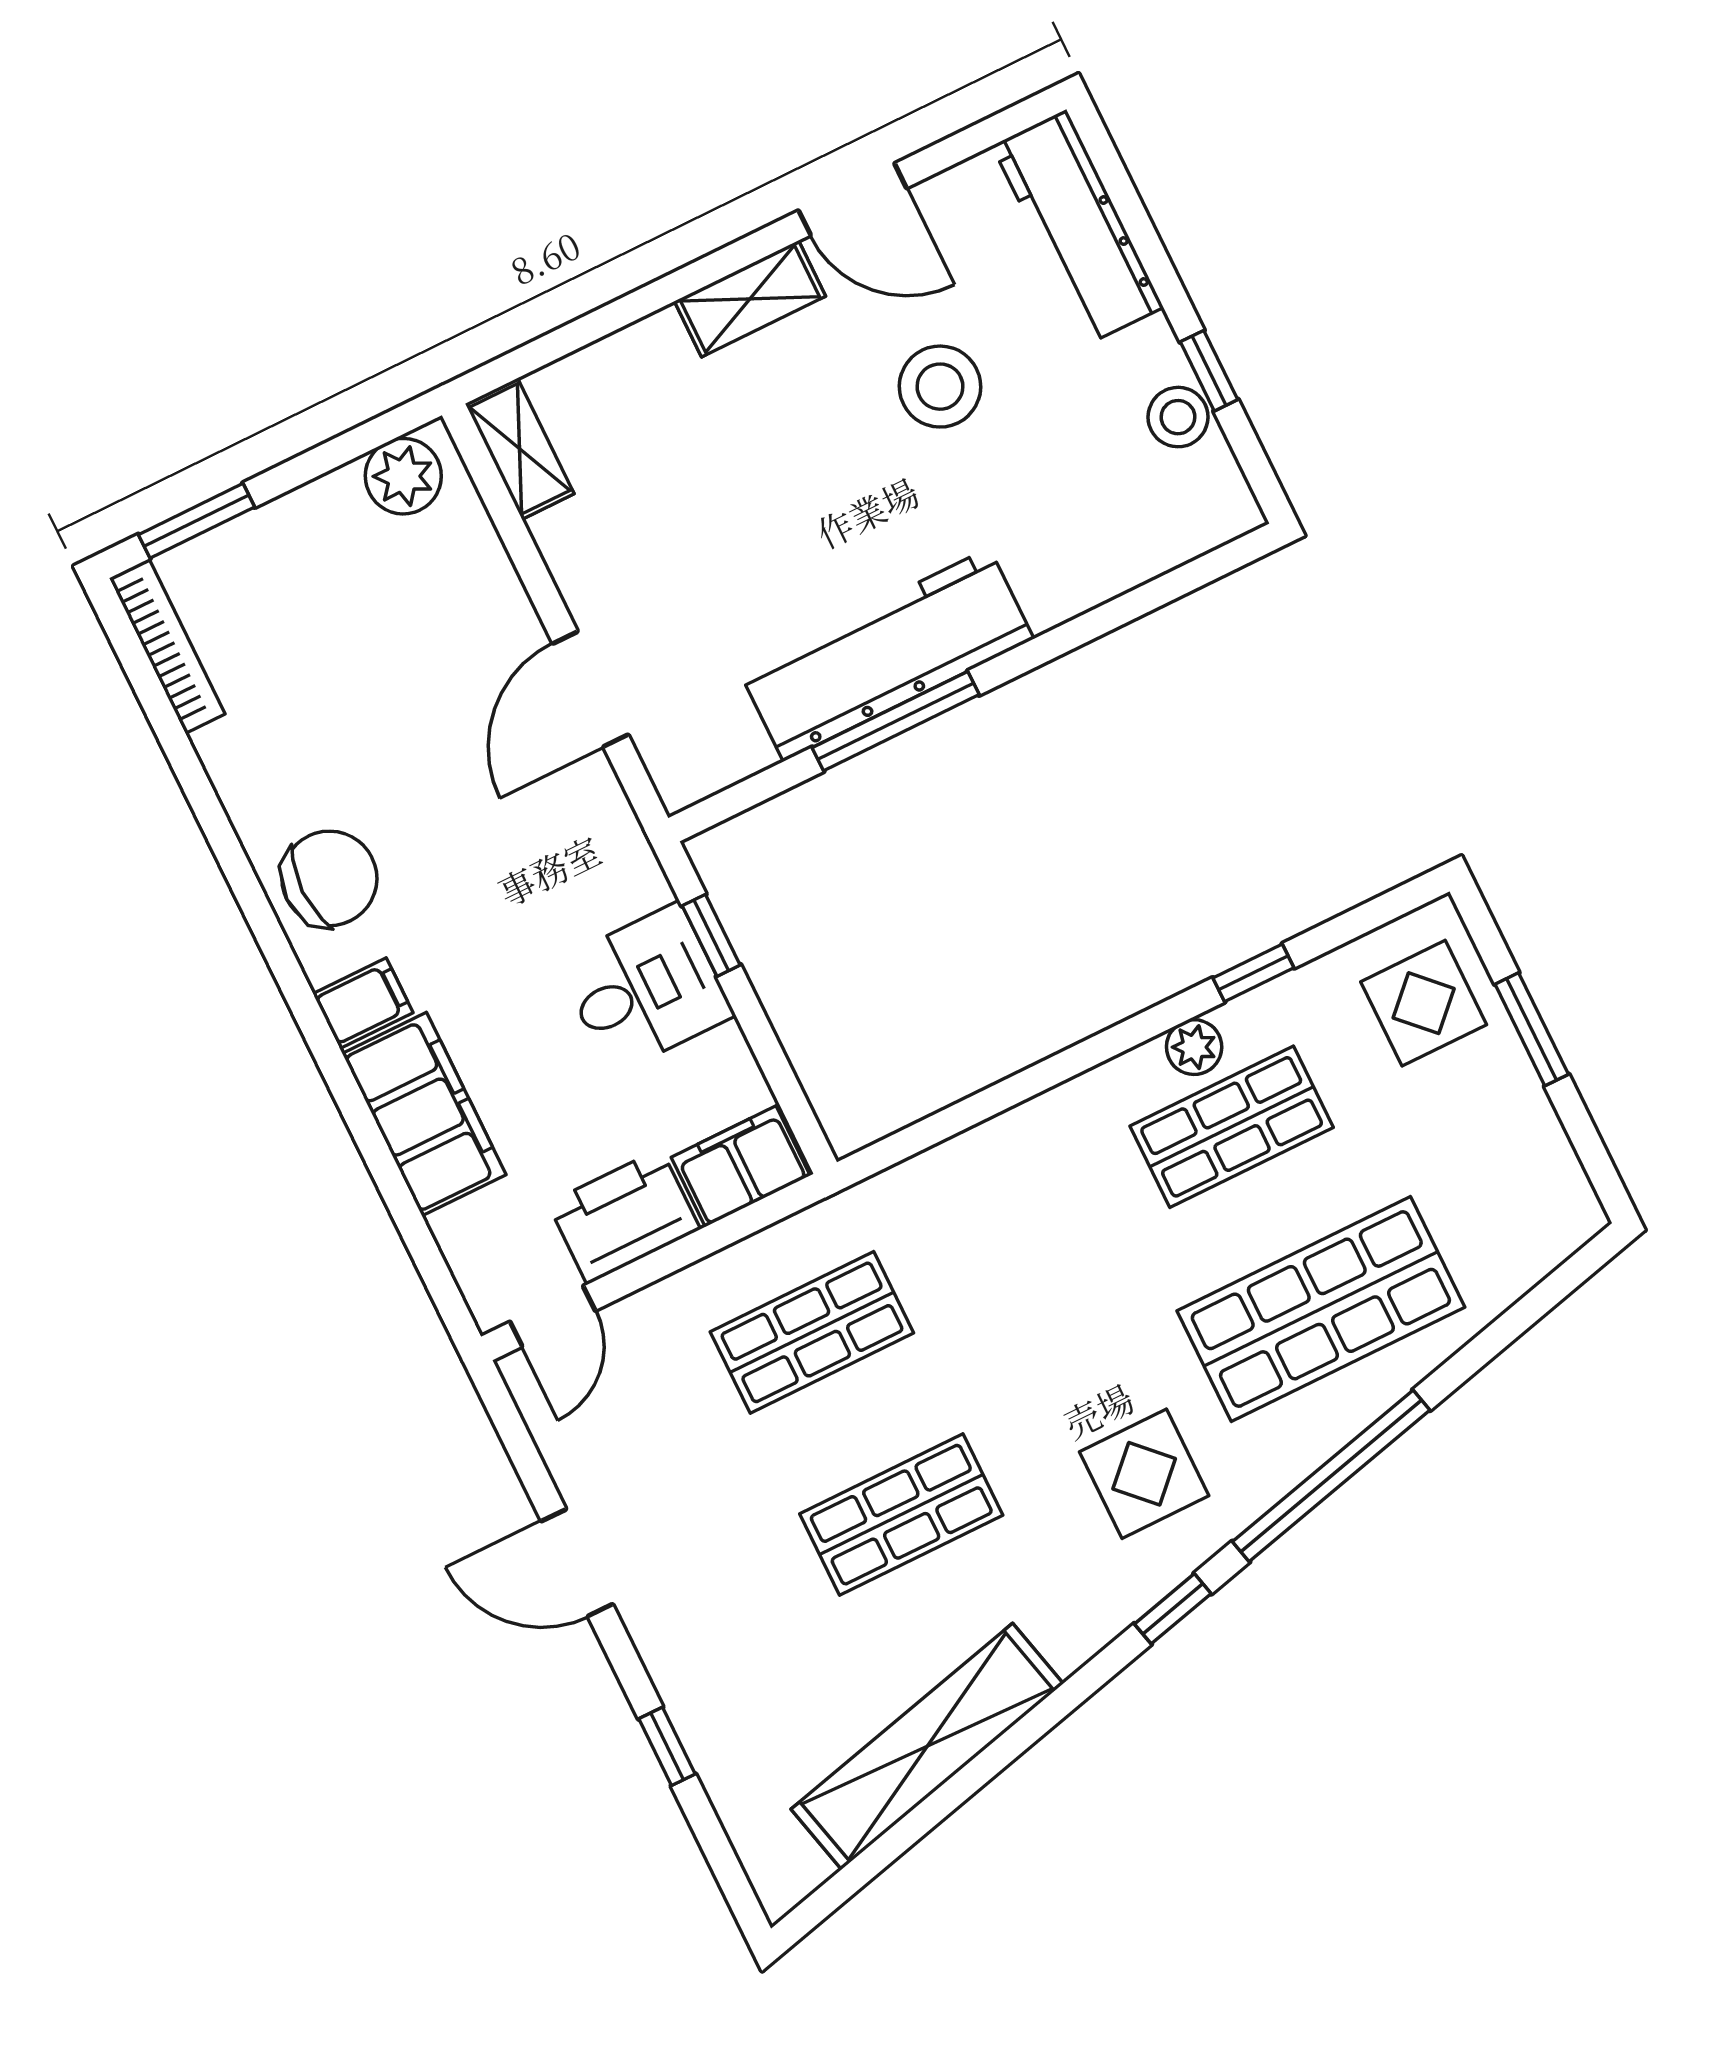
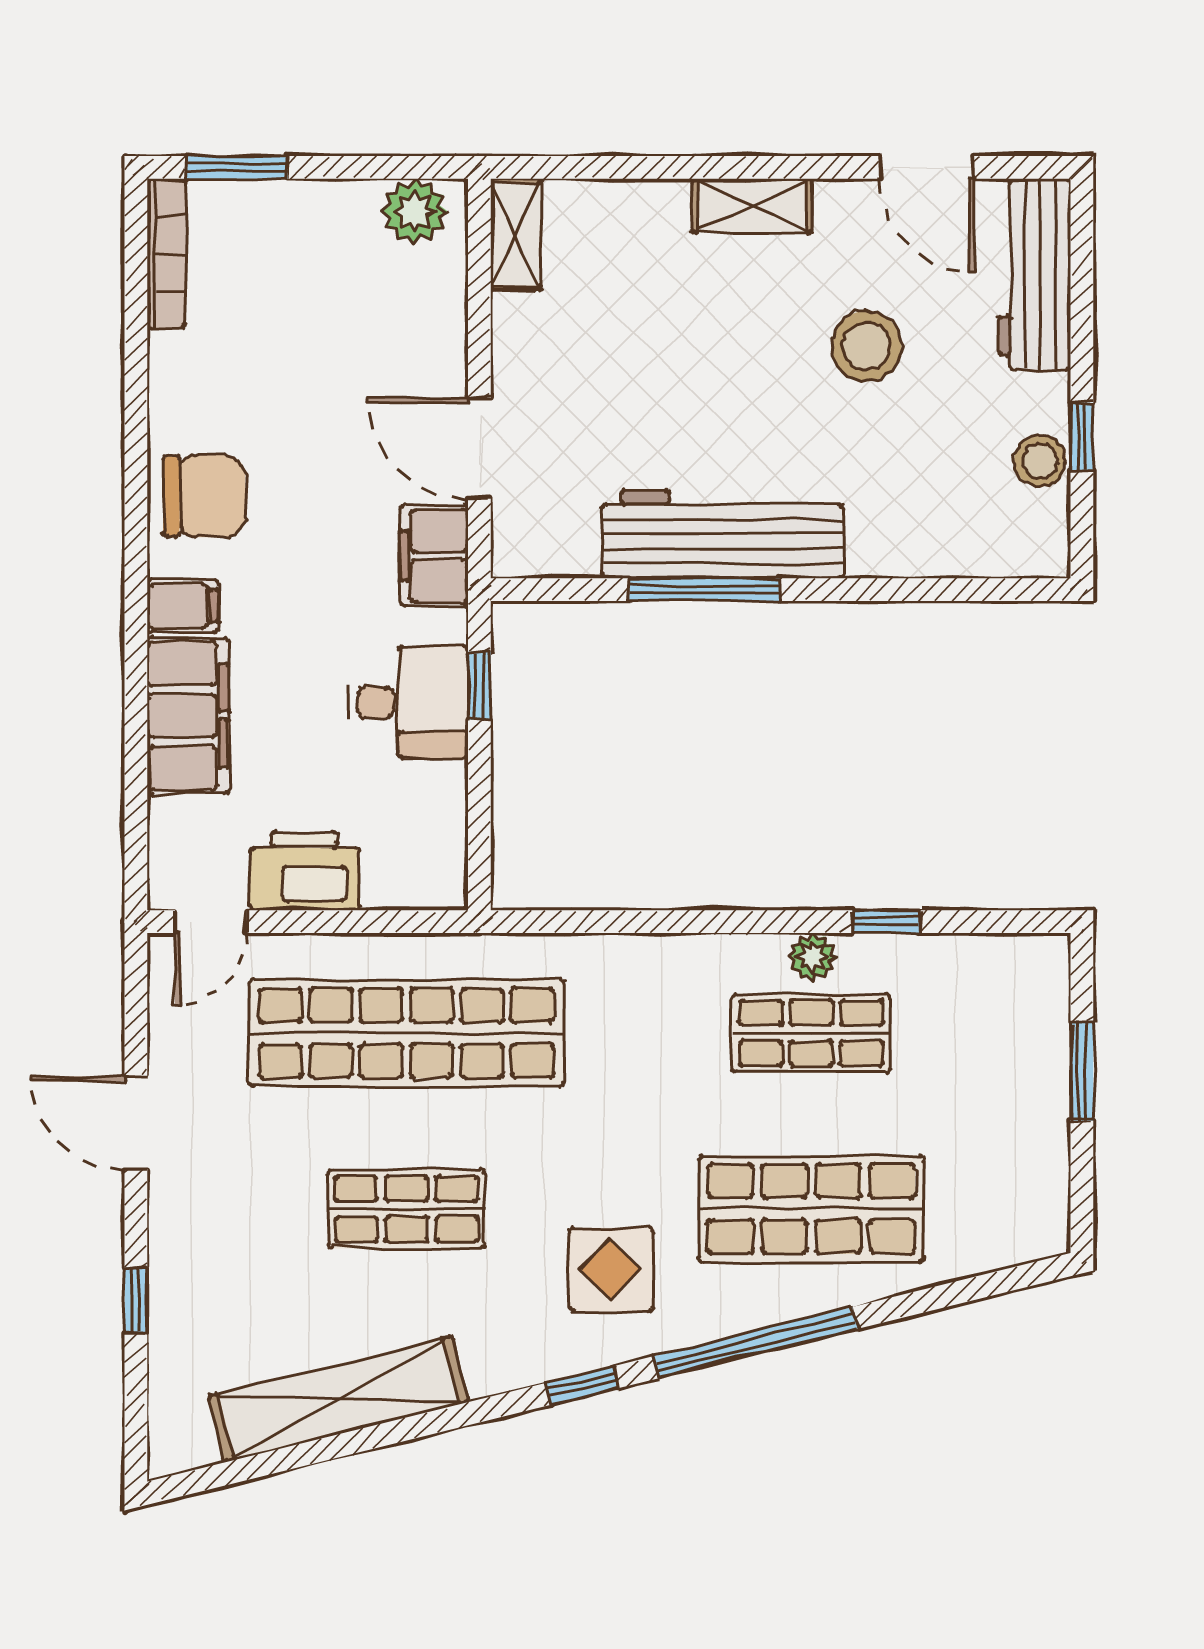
door: (853, 199) -> (927, 167), moved
door: (591, 689) -> (479, 448), hinge flipped
display table: (1424, 1003) -> (1008, 1010), removed
filing cabinet: (741, 1166) -> (434, 556), moved, turned -90
shop shelf: (812, 1332) -> (406, 1033), width x2.00, depth x1.36

